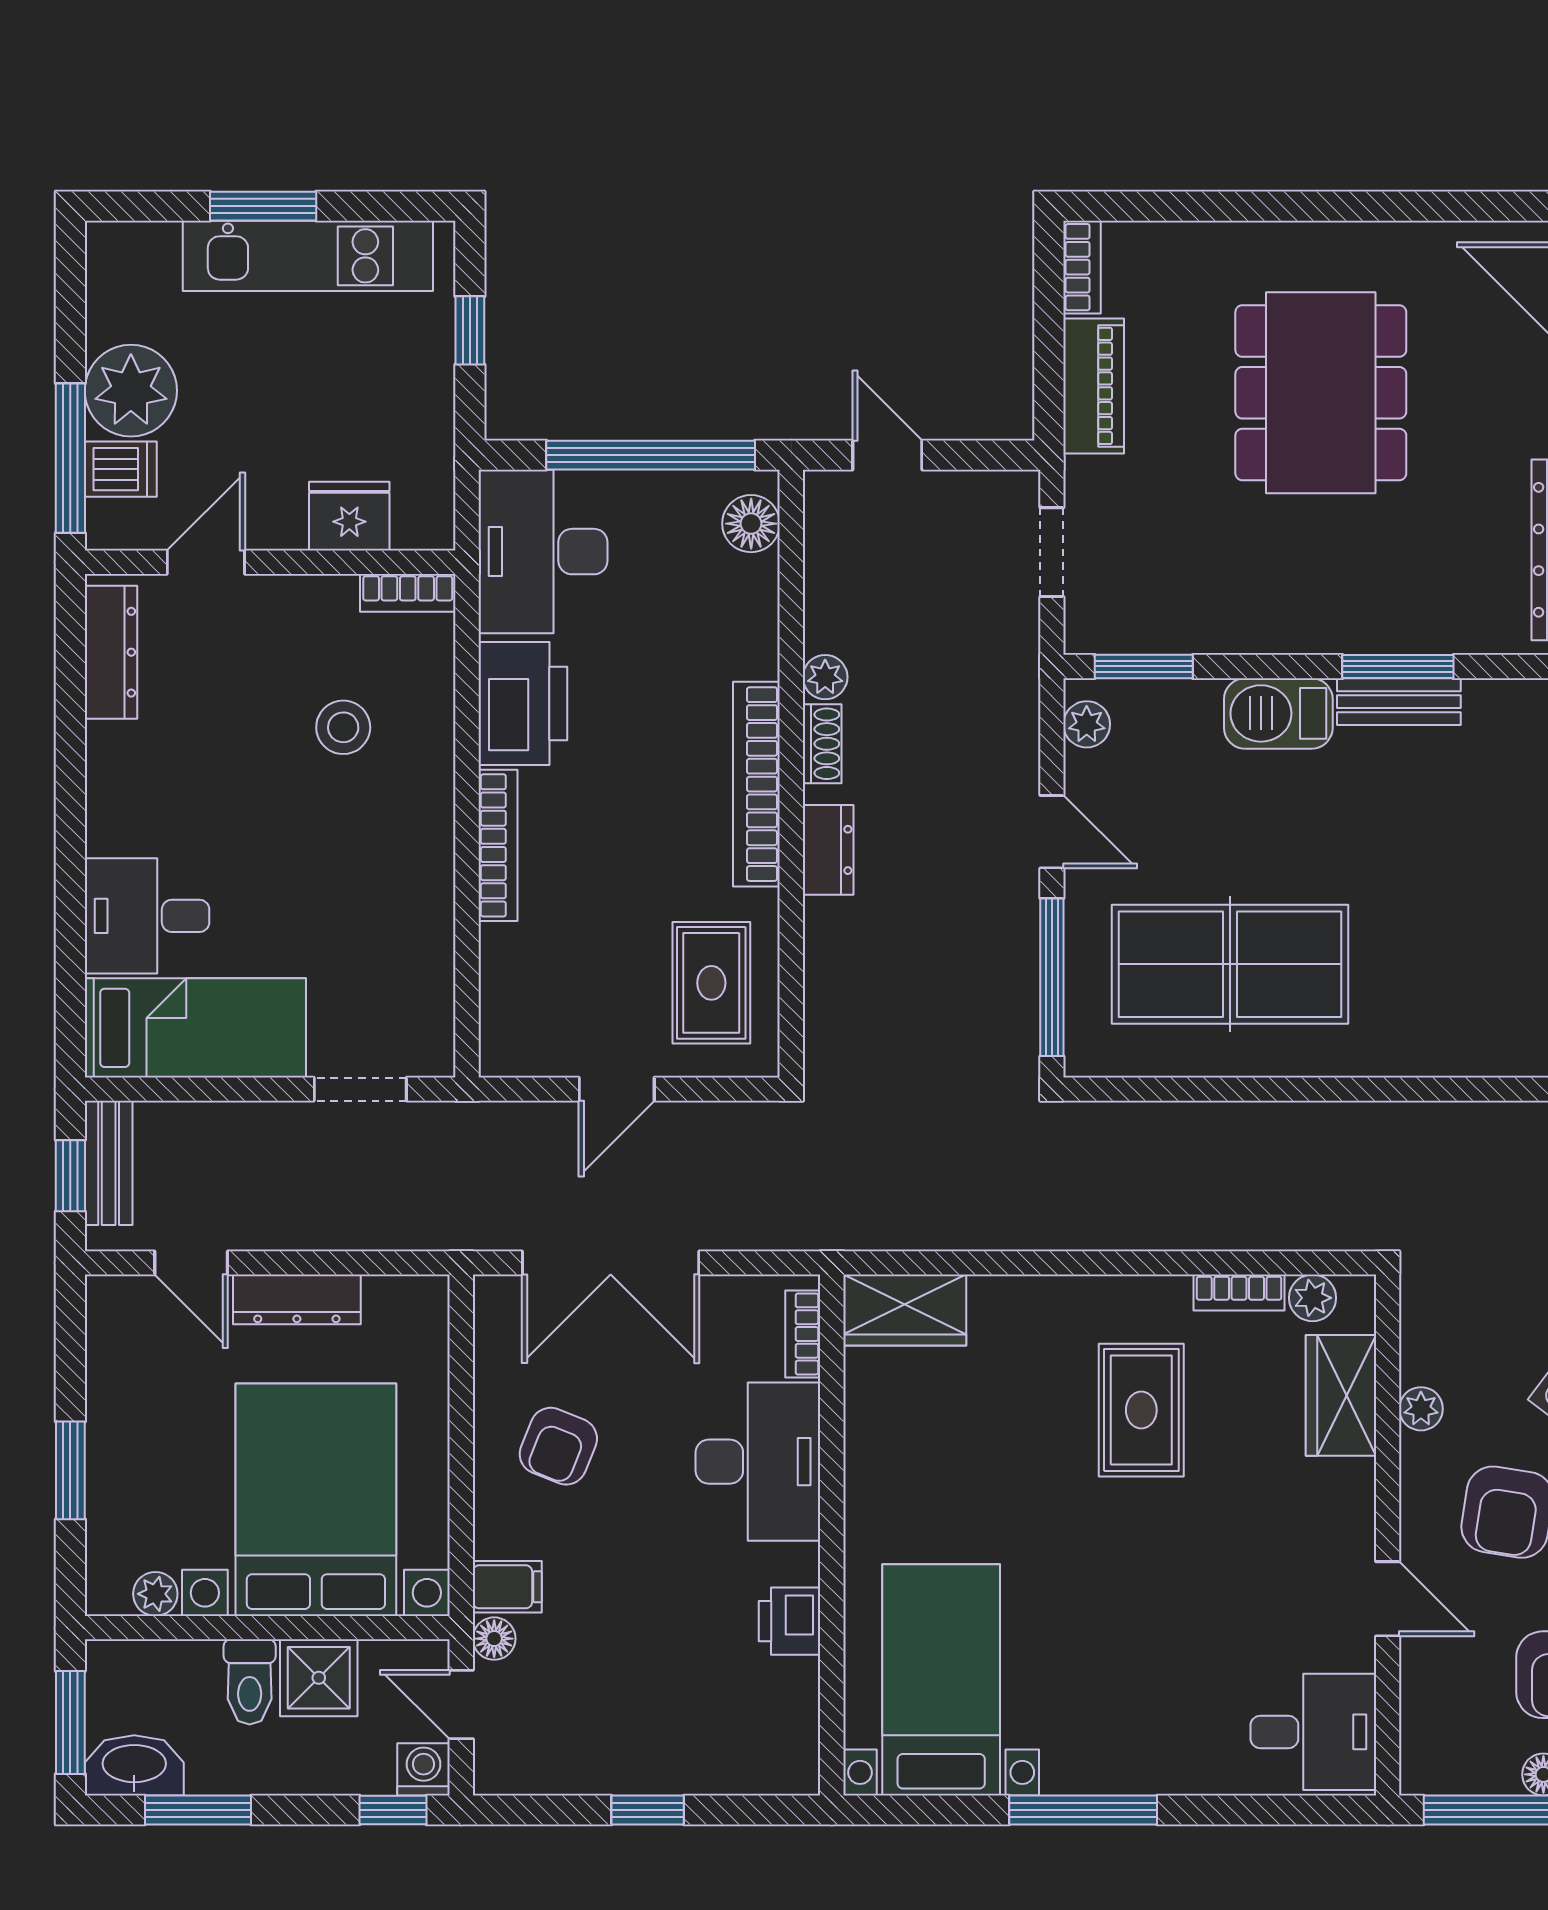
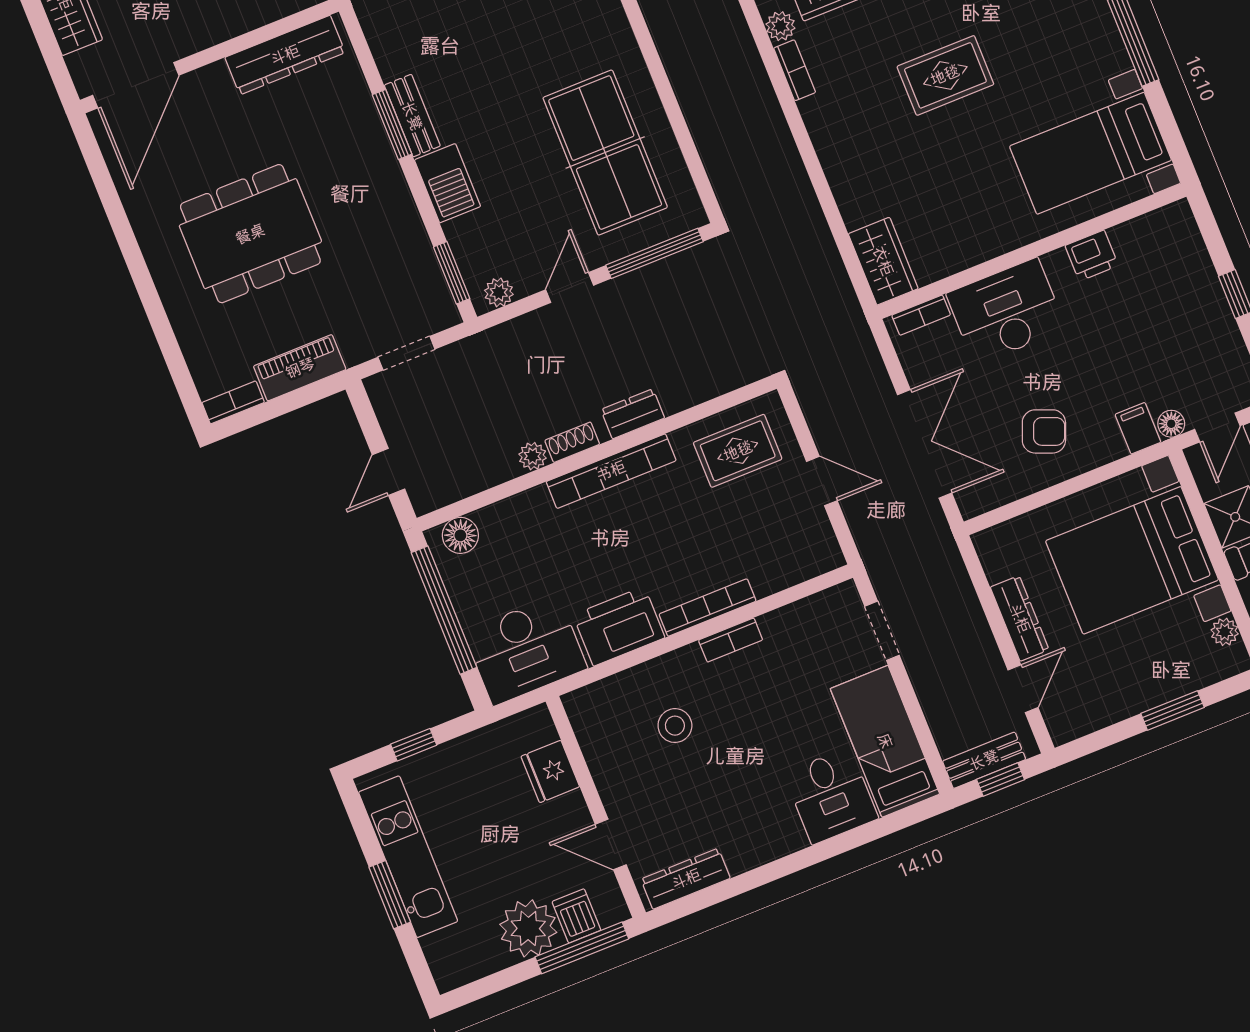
bookcase: (408, 593) -> (731, 640), moved, turned 90
rug: (1141, 1410) -> (945, 75), moved

